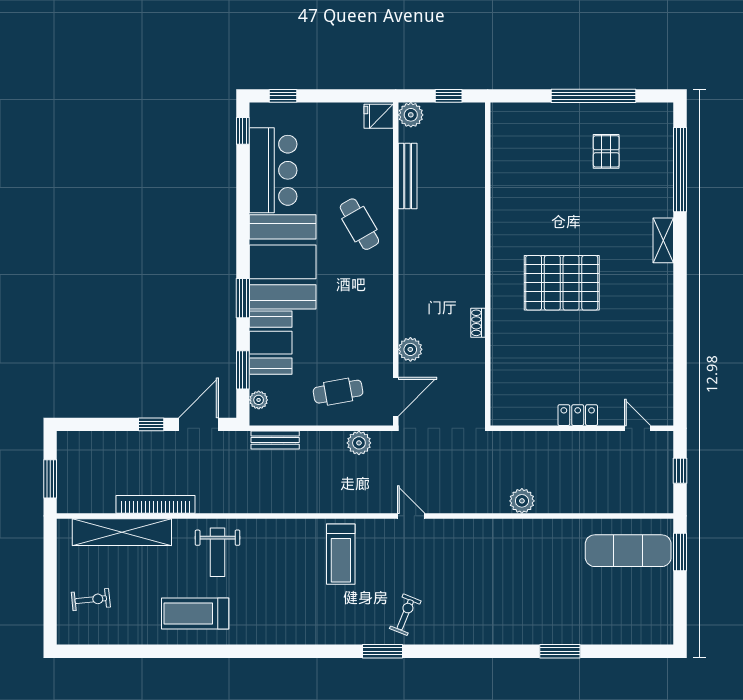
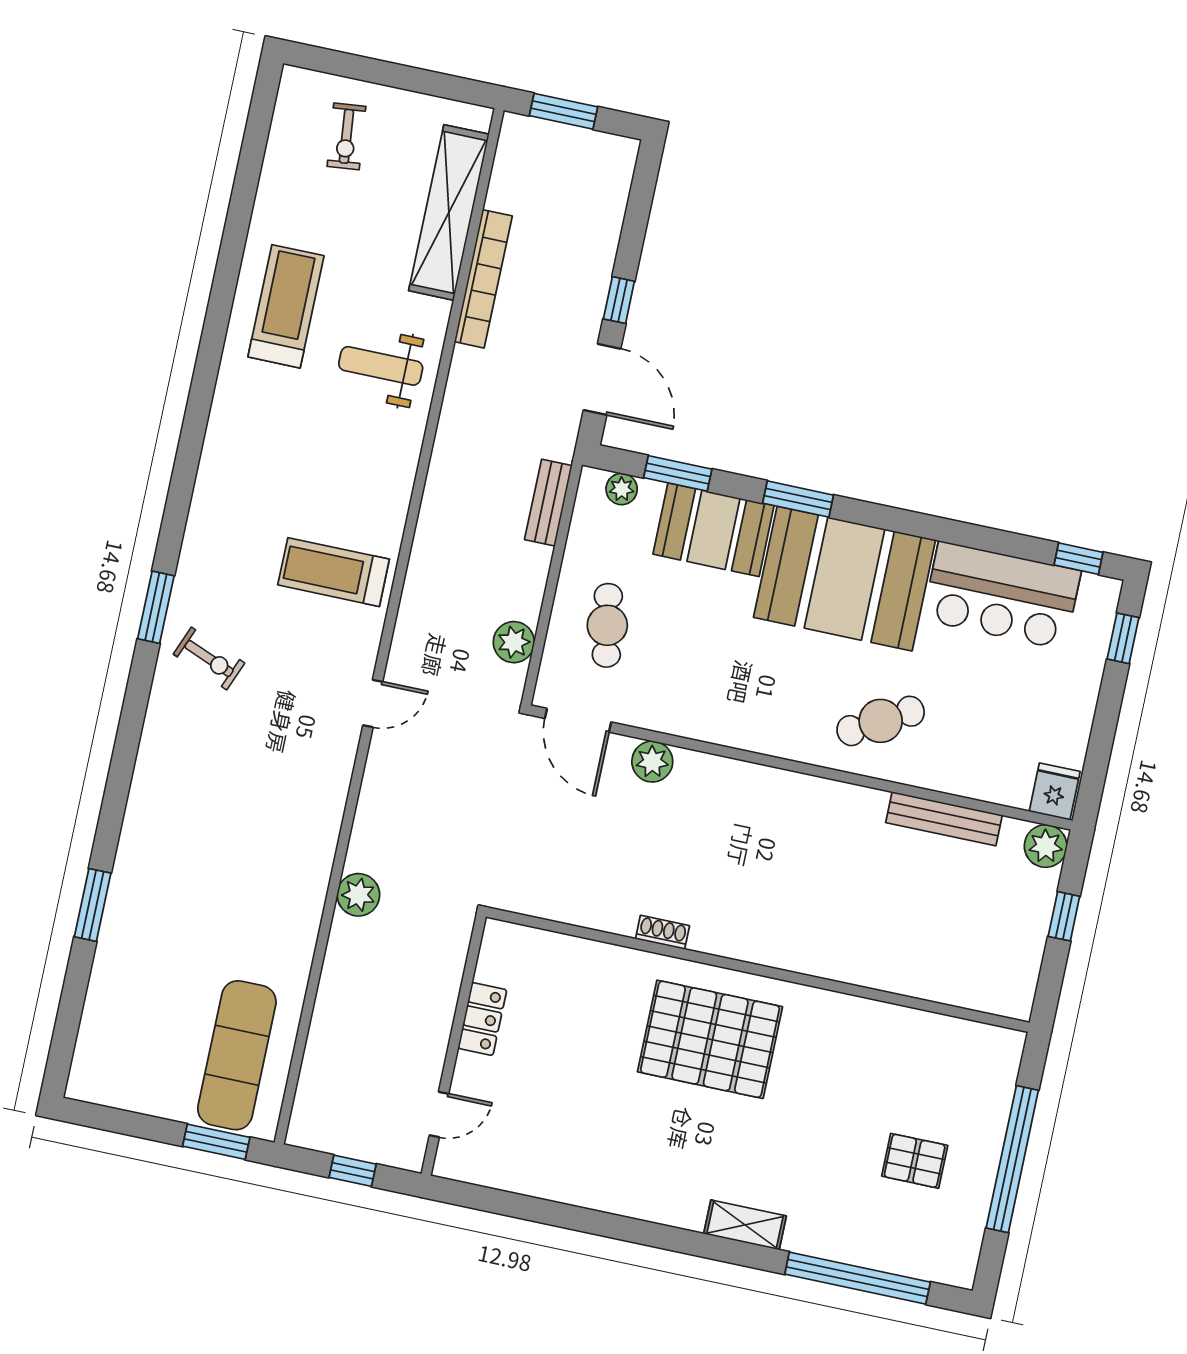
wall: (488, 264) -> (758, 970), moved
pallet: (562, 283) -> (710, 1039), turned 90
shoe rack: (478, 323) -> (663, 932), moved

